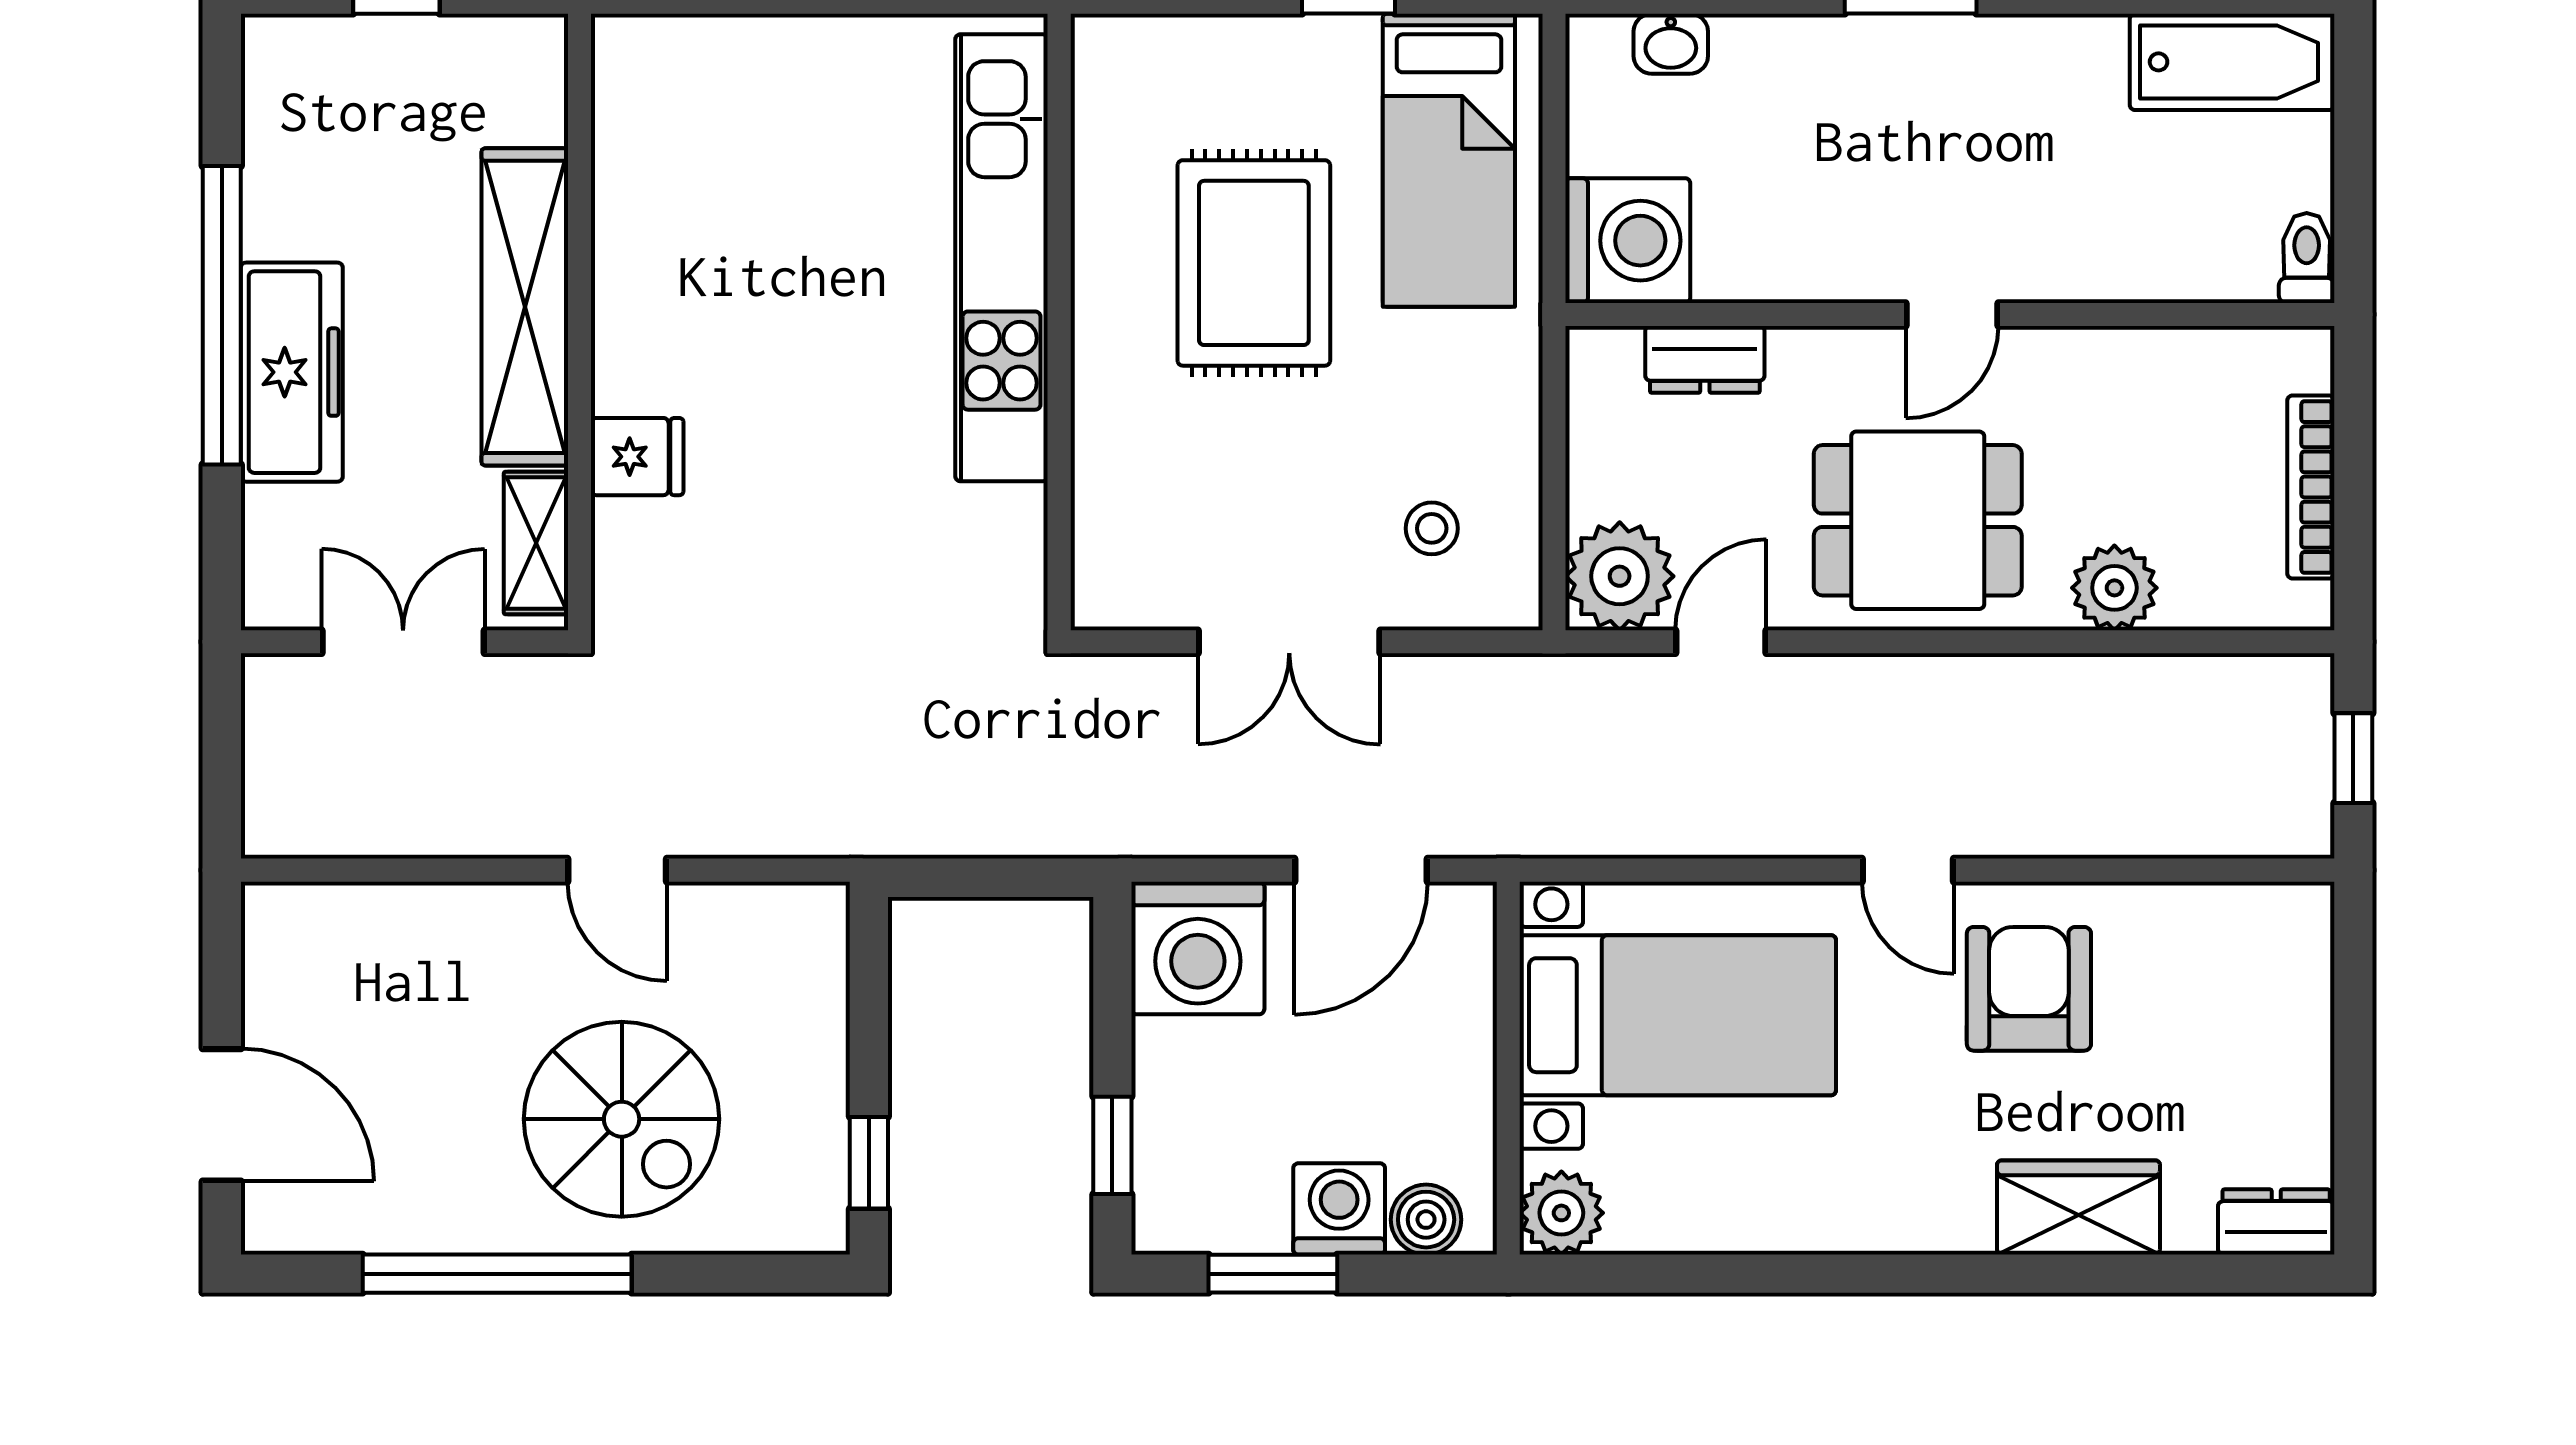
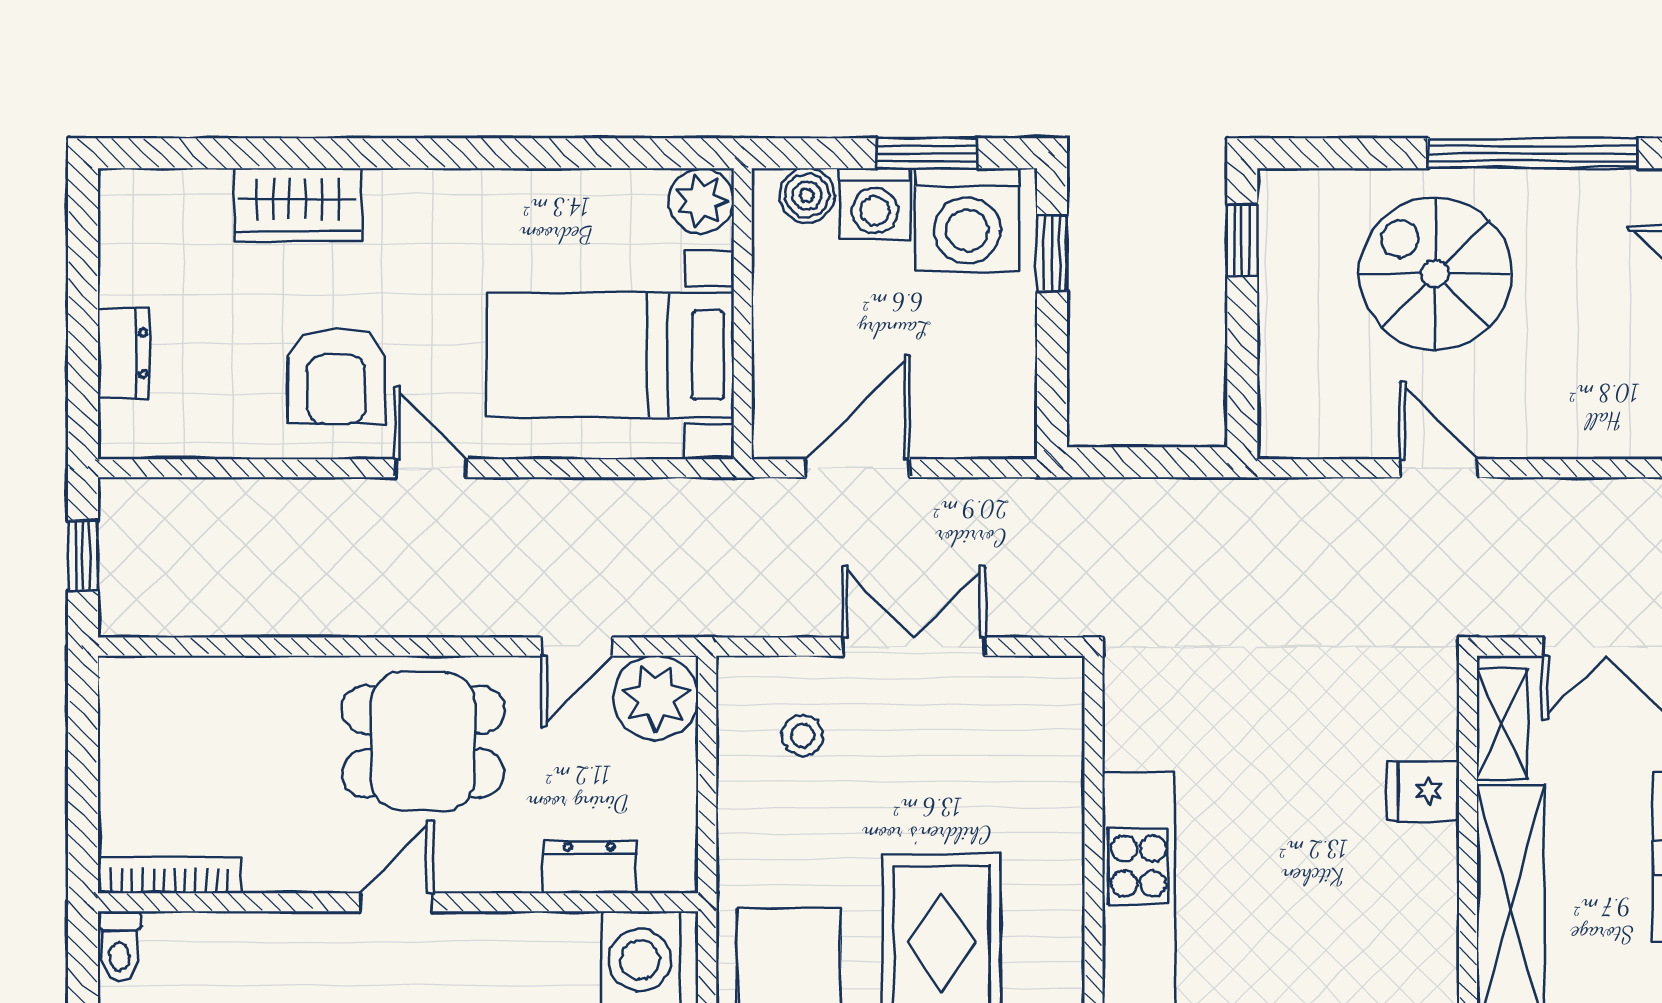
bookcase: (2311, 487) -> (169, 875), moved, turned -90
plant: (2114, 588) -> (269, 689), removed
washing machine: (1198, 948) -> (967, 220), moved, turned 180
dresser: (2276, 1222) -> (123, 353), moved, turned -90

